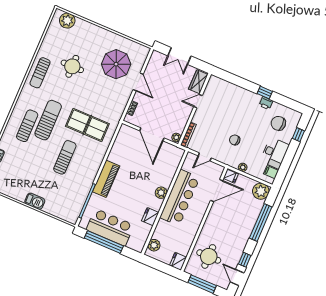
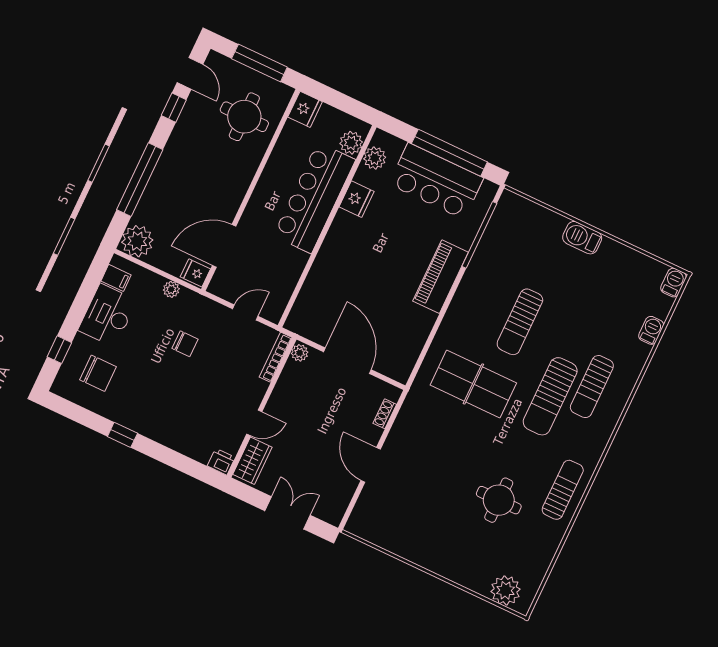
parasol: (116, 64) -> (413, 501), removed
printer: (266, 103) -> (221, 462), moved
plant: (161, 193) -> (375, 158), moved
bar counter: (180, 197) -> (314, 198), moved

